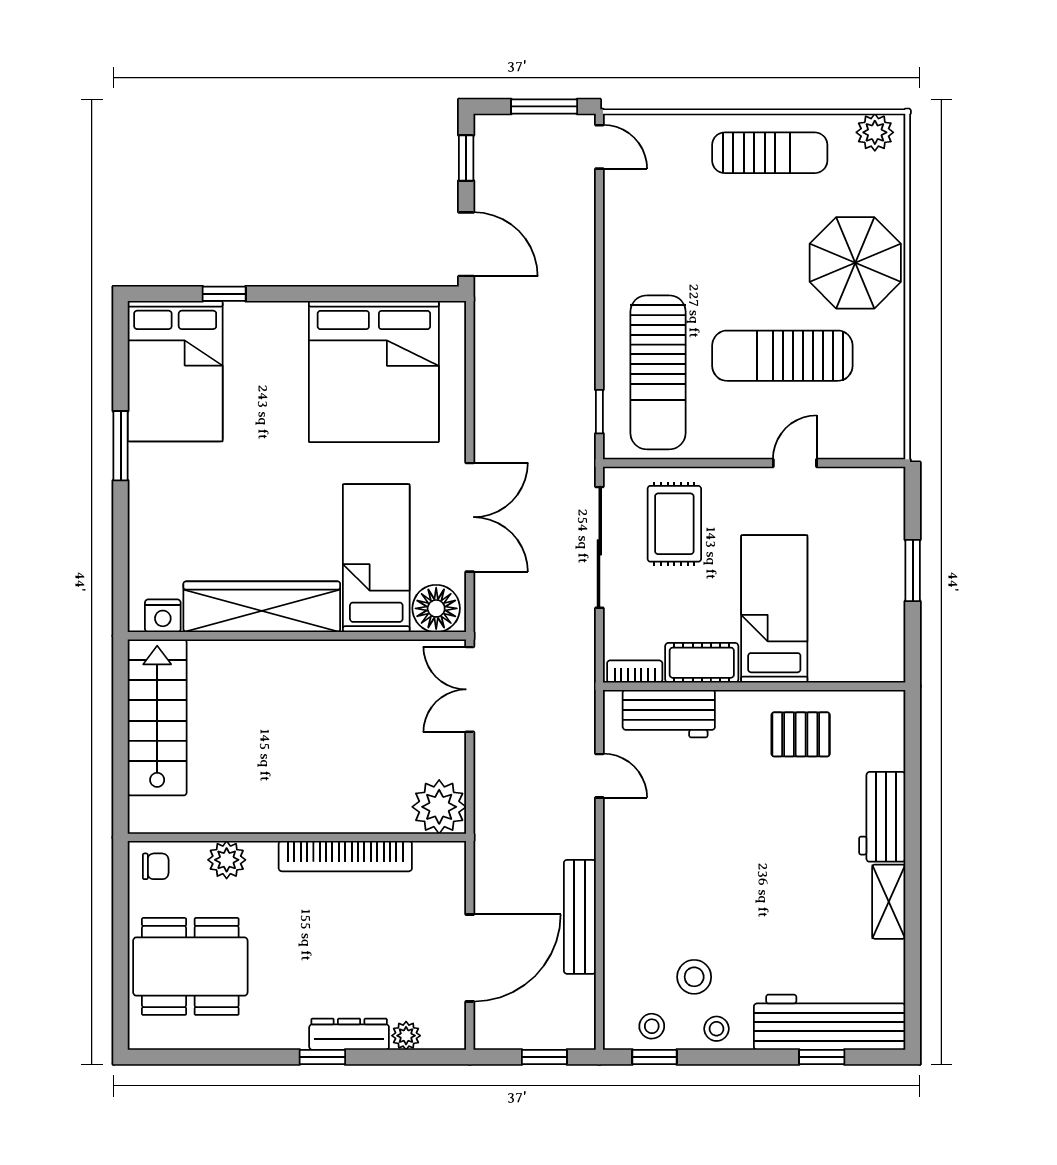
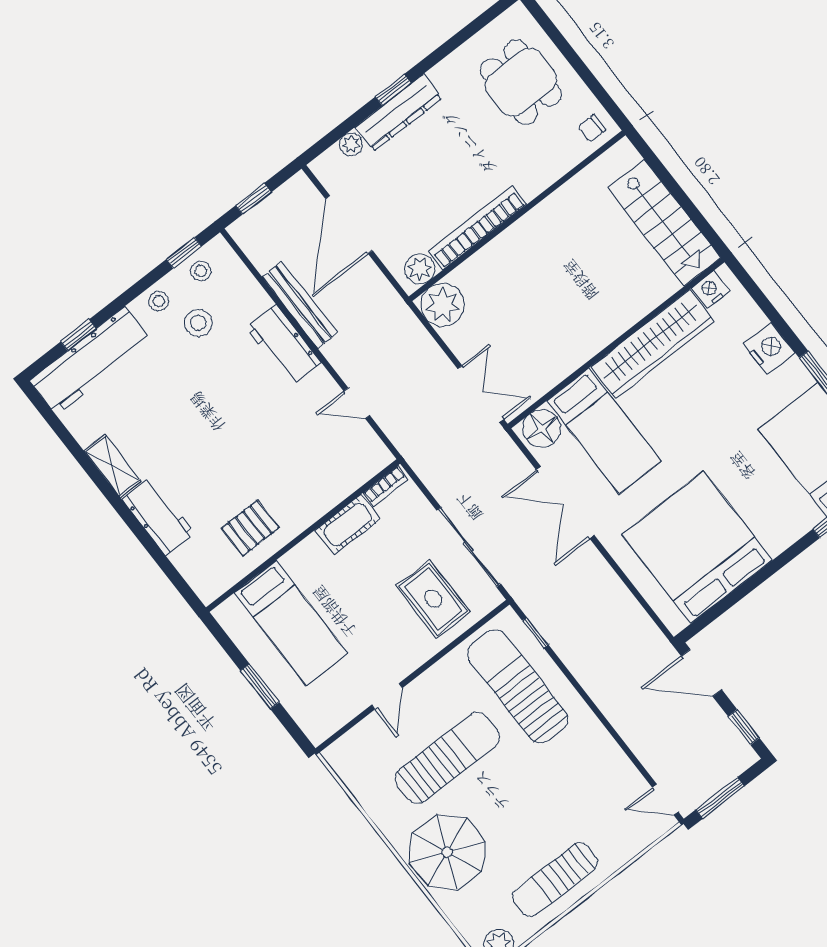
nightstand: (150, 513) -> (769, 348), added
bed: (774, 609) -> (291, 623), moved
workbench: (669, 714) -> (284, 345), moved, turned -90
plant: (227, 860) -> (420, 269), moved
dining table: (190, 966) -> (521, 82), width x0.73
dresser: (349, 1034) -> (399, 113), width x1.37, depth x1.24

